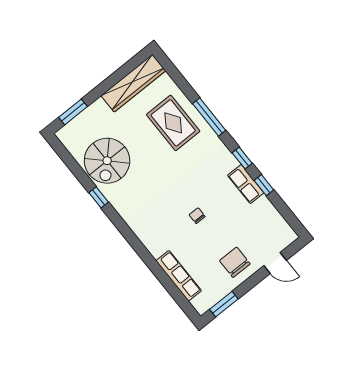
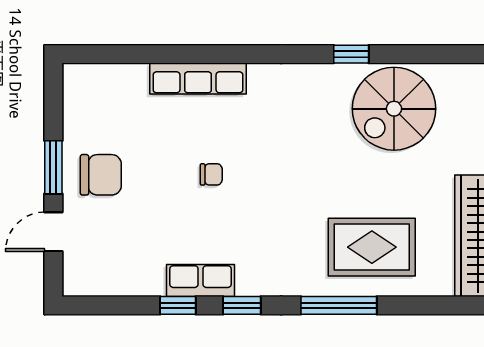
spiral stairs: (107, 161) -> (394, 109), turned -90
row of seats: (179, 276) -> (198, 79), moved
window: (224, 304) -> (53, 167), moved

